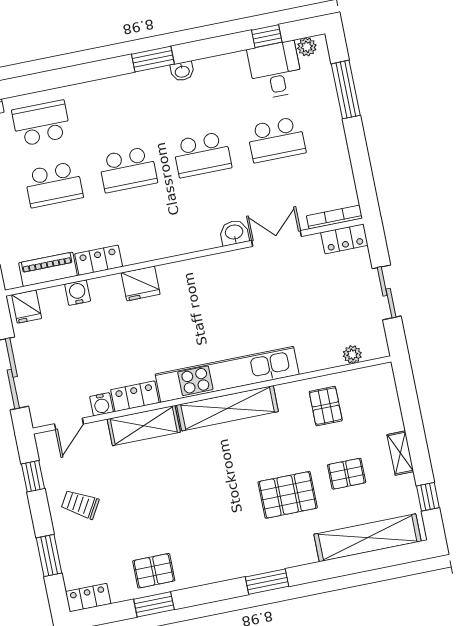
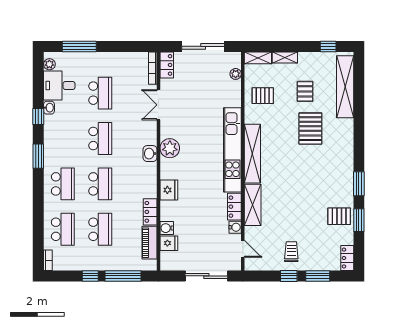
window: (267, 36) -> (38, 116), moved
washbasin: (182, 71) -> (49, 108), moved
school desk: (116, 108) -> (63, 184), added
school desk: (41, 123) -> (63, 229), turned 180
washbasin: (234, 233) -> (150, 154), moved
plant: (209, 271) -> (170, 148), added
sliding door: (387, 292) -> (203, 46), width x1.37
fridge: (27, 307) -> (169, 243), moved
shelving: (386, 386) -> (258, 58), added
shelving: (400, 453) -> (285, 57), moved
window: (33, 476) -> (289, 276), moved
trolley: (80, 504) -> (291, 252), turned 150
pallet: (154, 571) -> (339, 216), turned 90
window: (267, 582) -> (359, 184), moved

